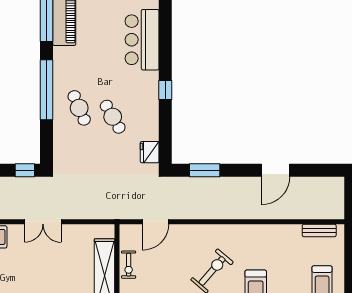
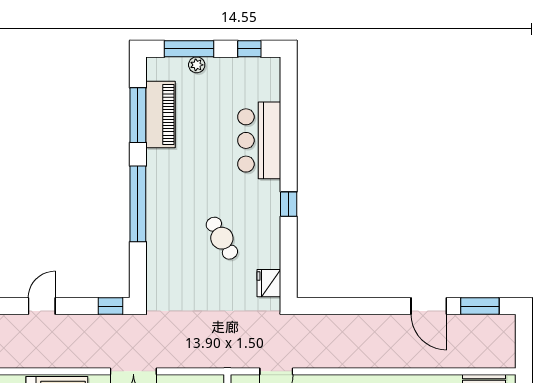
cafe table: (79, 108) -> (179, 227), removed
window: (205, 170) -> (480, 306), moved
door: (276, 170) -> (429, 306), hinge flipped

